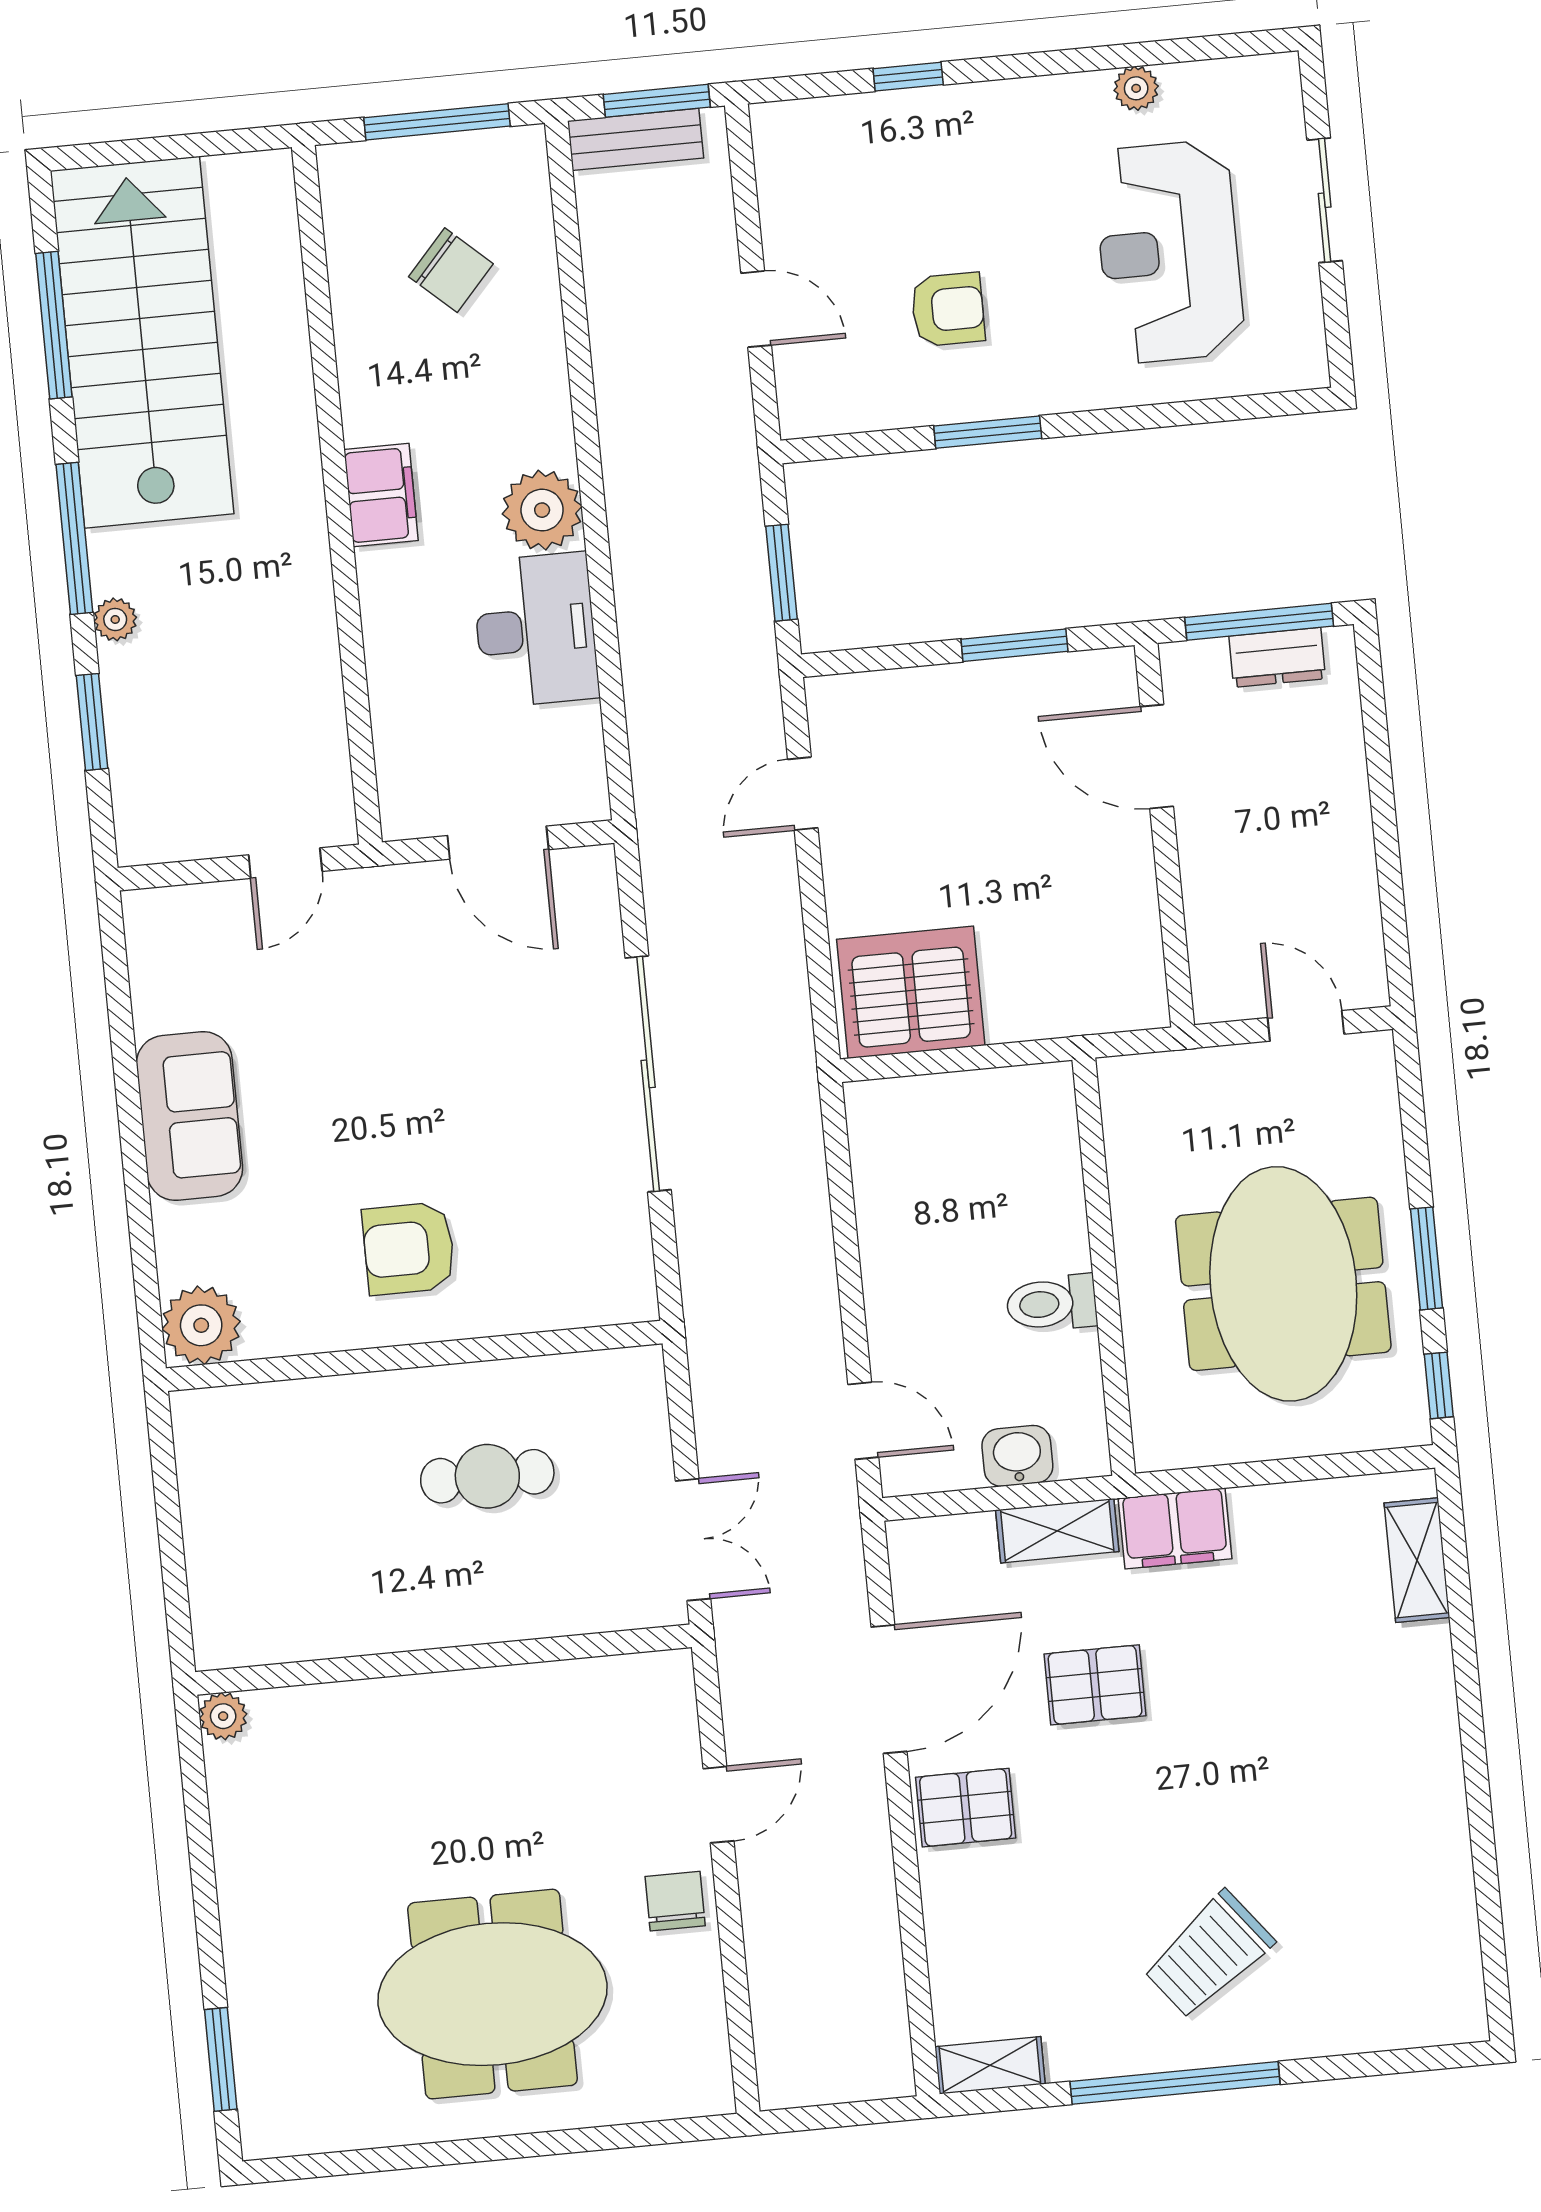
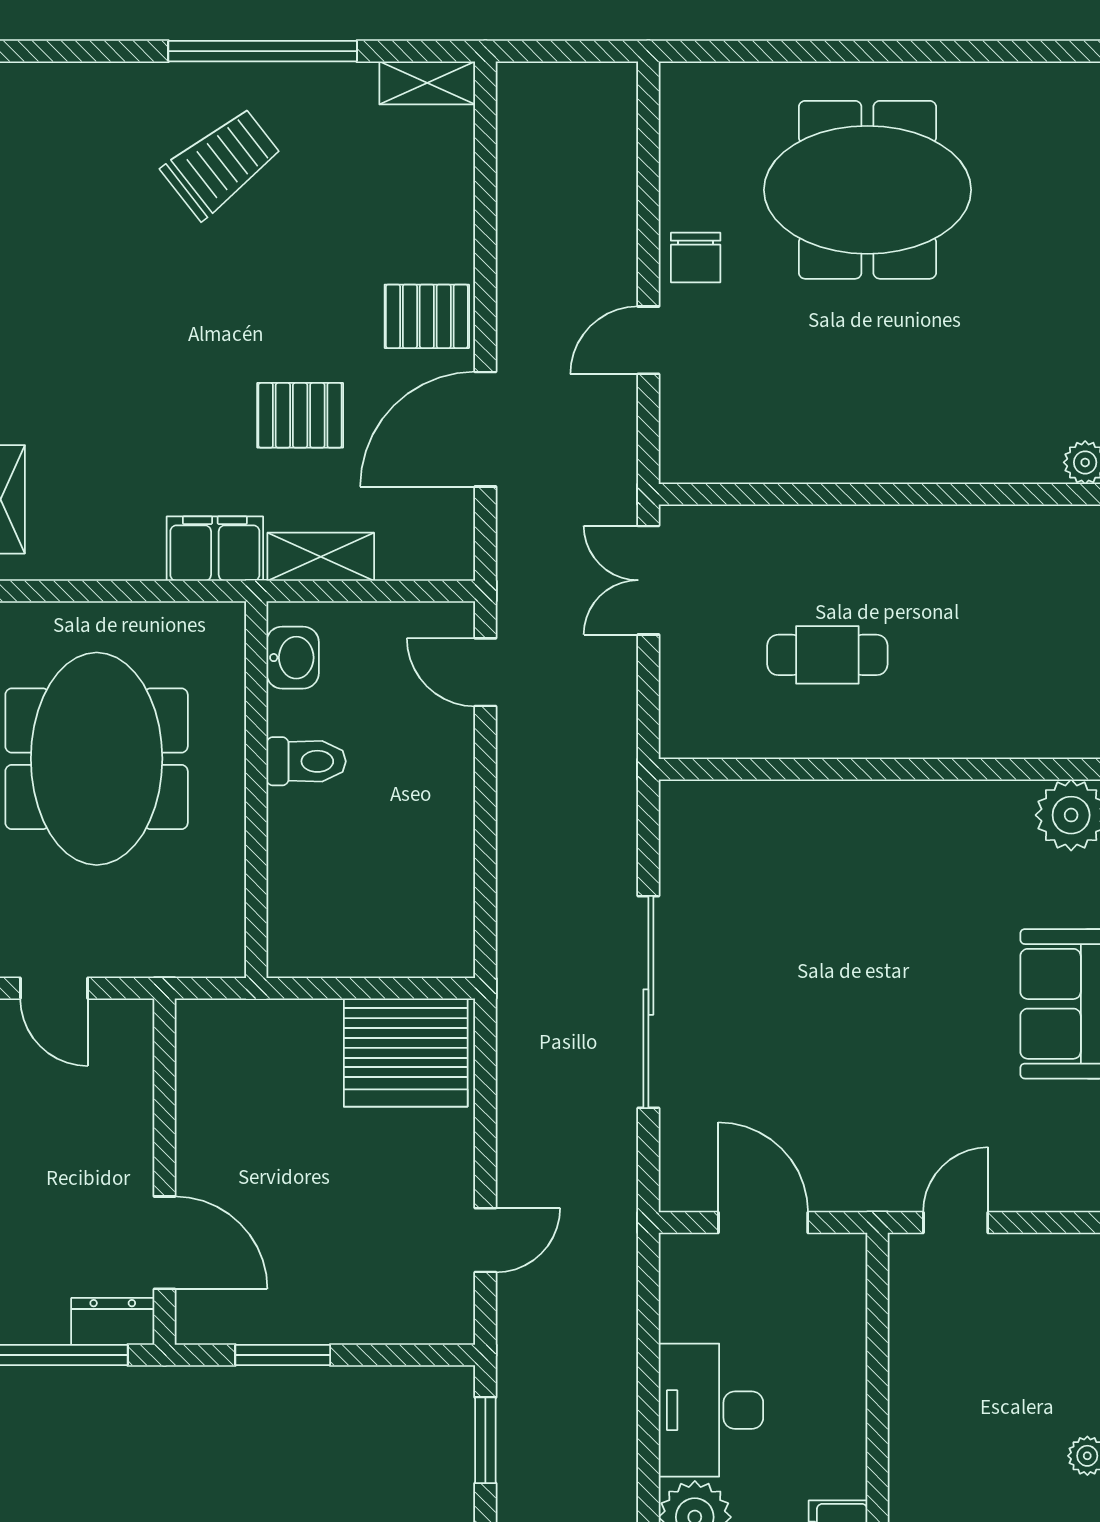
dresser: (1277, 657) -> (113, 1321), moved
armchair: (409, 1249) -> (878, 866), removed
washbasin: (1017, 1456) -> (293, 658), moved, turned -90

